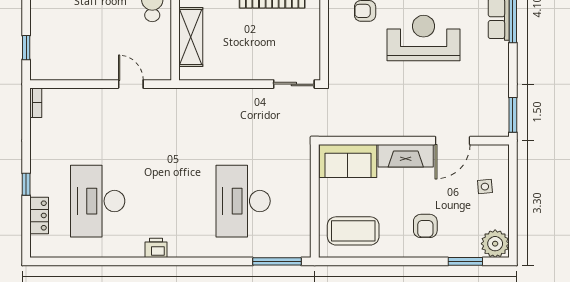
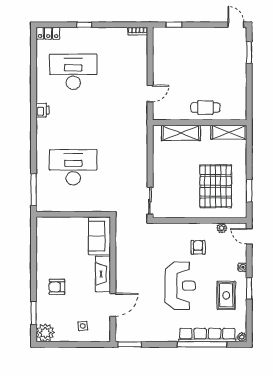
door: (453, 141) -> (113, 305), swing flipped
locker: (39, 215) -> (48, 33), moved
coffee table: (353, 231) -> (54, 239), removed

